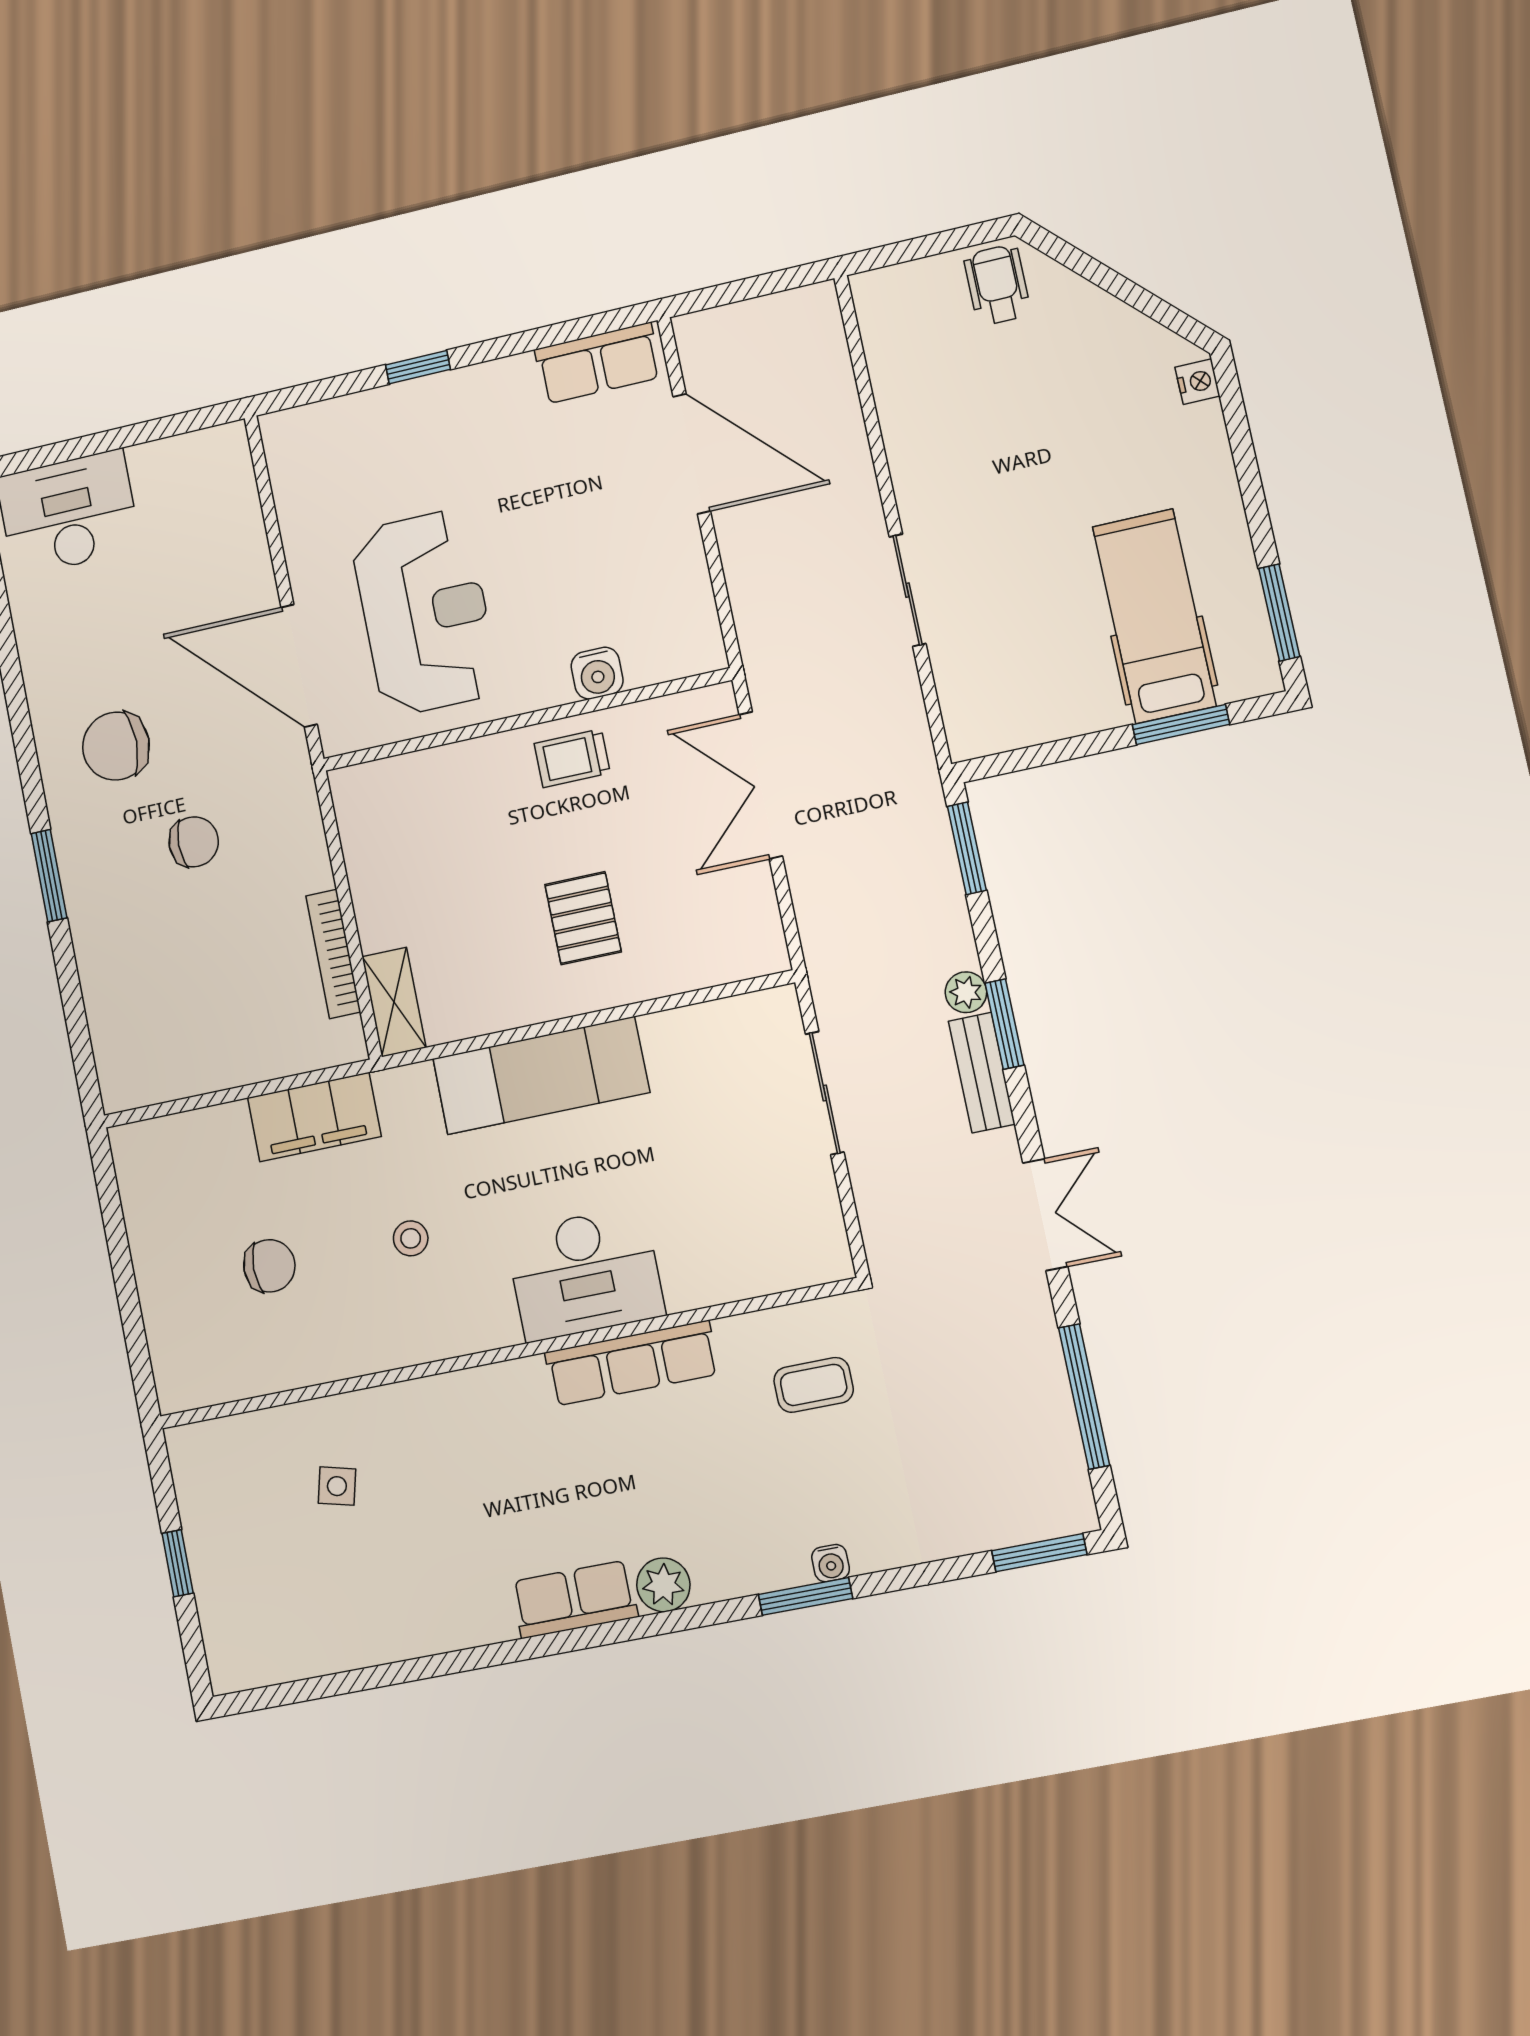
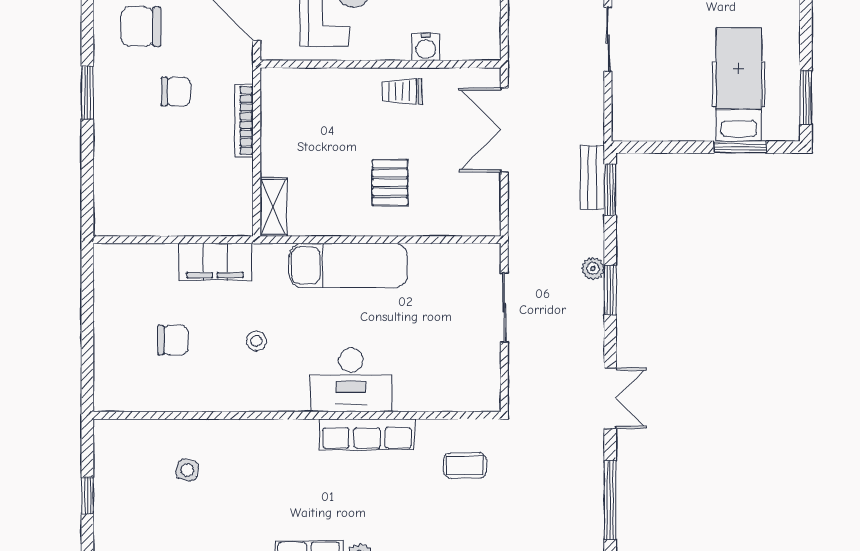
bookcase: (333, 954) -> (244, 121), moved
bench: (982, 1073) -> (592, 177), moved

